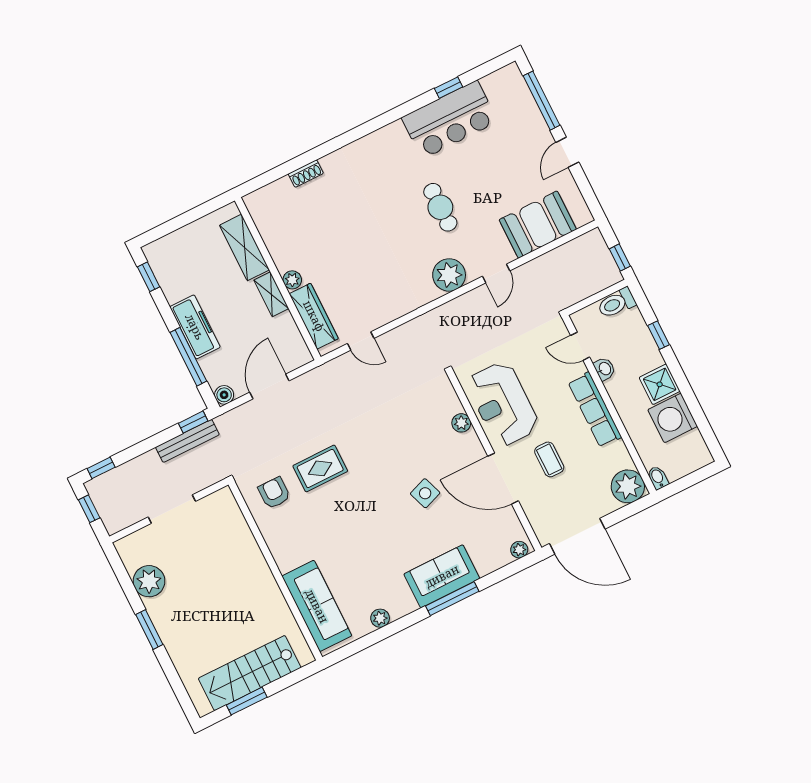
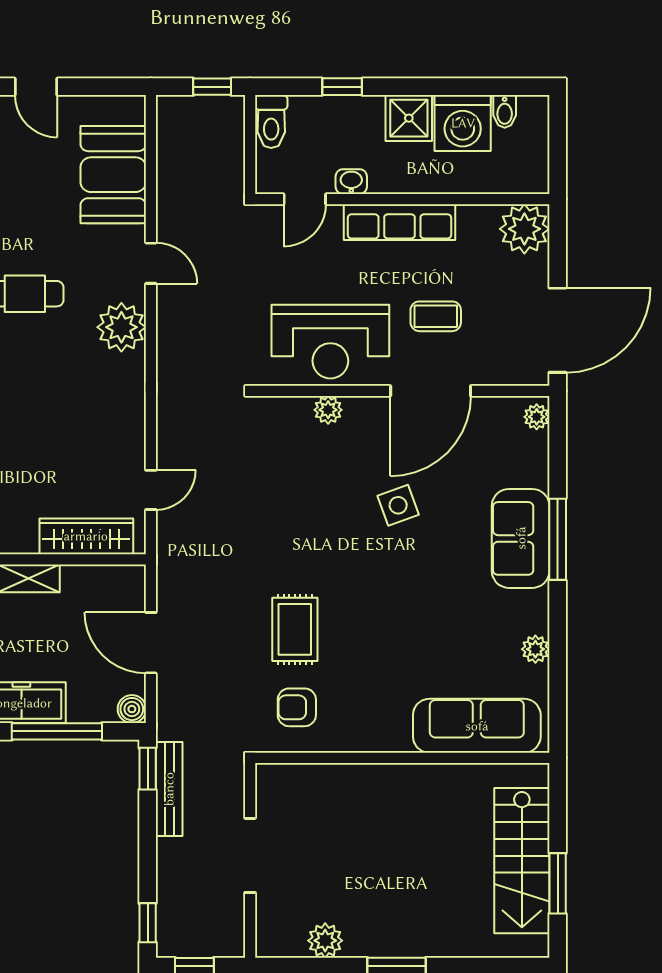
plant: (292, 280) -> (23, 541), removed
bidet: (658, 478) -> (505, 111), moved, turned -90
plant: (149, 581) -> (325, 941), width x0.73, depth x0.73

